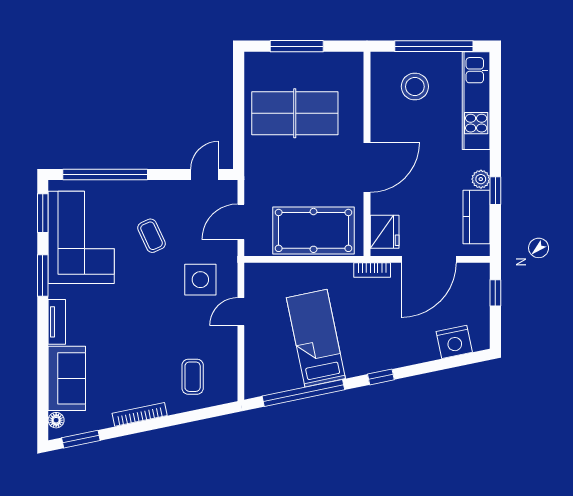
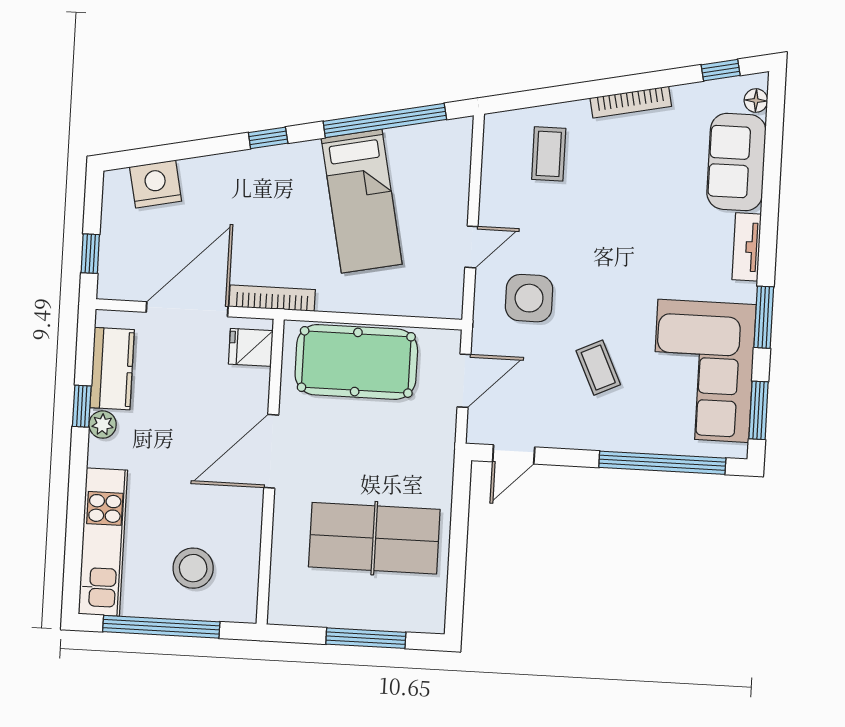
fridge: (385, 232) -> (251, 347), width x0.72
bookcase: (372, 270) -> (272, 298), width x1.56
window: (81, 439) -> (721, 70), width x0.67

